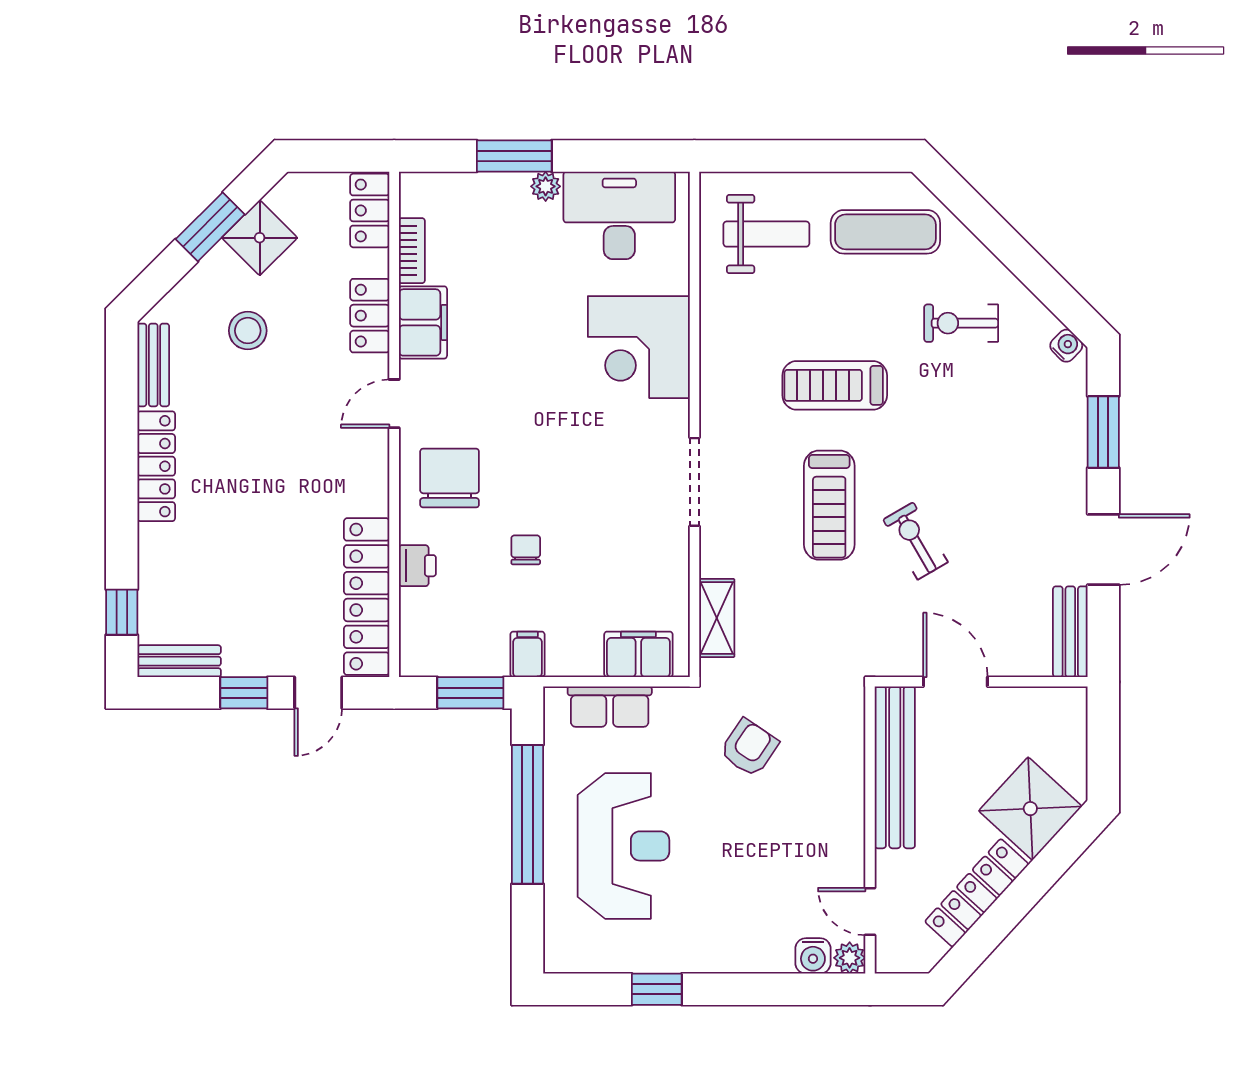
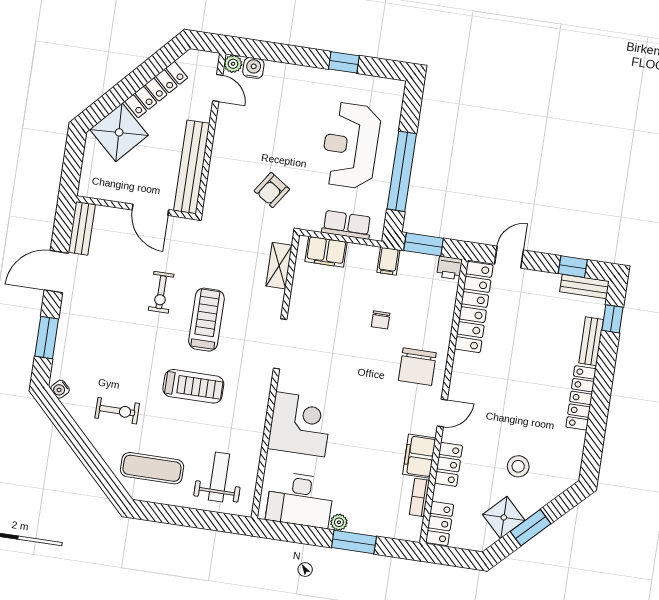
weight bench: (766, 234) -> (219, 477), turned 90
bench: (153, 365) -> (591, 341), moved
exercise bike: (915, 541) -> (161, 292), turned 30
printer: (417, 566) -> (449, 268), moved, turned -90
window: (244, 693) -> (573, 267), moved

